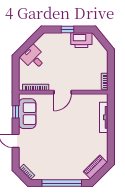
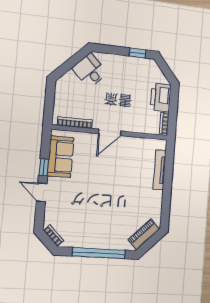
window: (67, 29) -> (138, 53), moved
printer: (81, 40) -> (161, 98), moved, turned 90
desk: (33, 58) -> (90, 71), moved
window: (16, 112) -> (44, 167), moved

